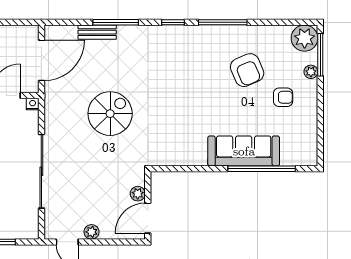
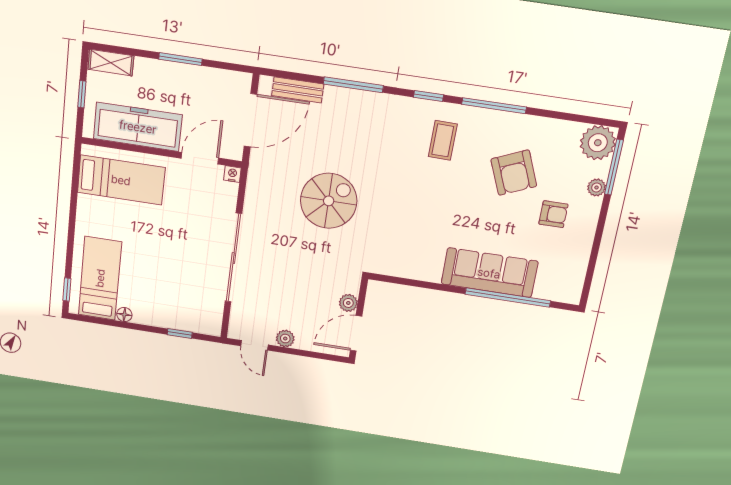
bench: (97, 32) -> (298, 90), moved
coffee table: (189, 54) -> (443, 140), added

